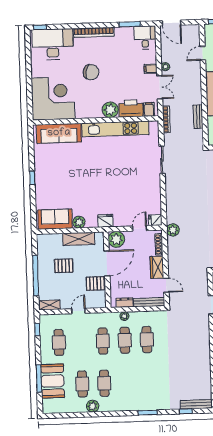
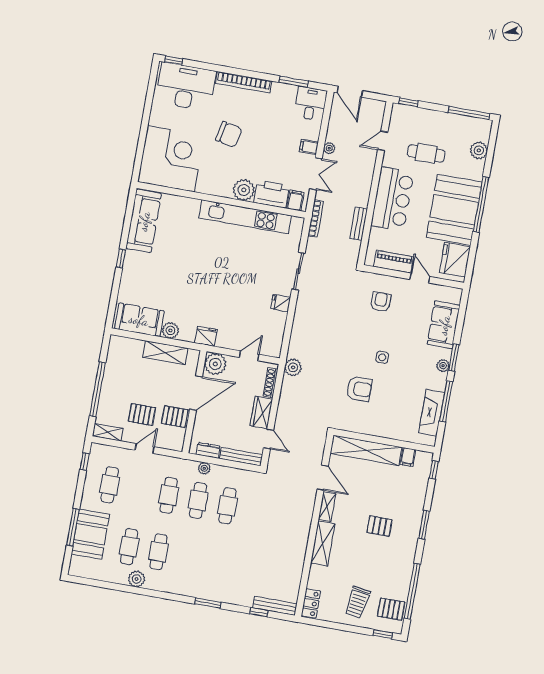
sofa: (59, 133) -> (144, 221), moved, turned -90
fridge: (155, 220) -> (281, 303), moved
pallet: (64, 266) -> (142, 415), moved

